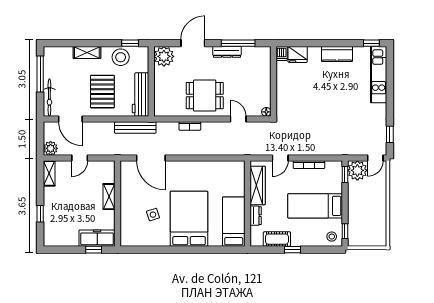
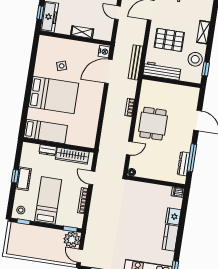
dresser: (227, 52) -> (184, 164), moved
fridge: (298, 54) -> (173, 216), moved
plant: (164, 56) -> (190, 95), removed
nightstand: (128, 167) -> (104, 52), added
cot: (277, 239) -> (24, 179), moved

